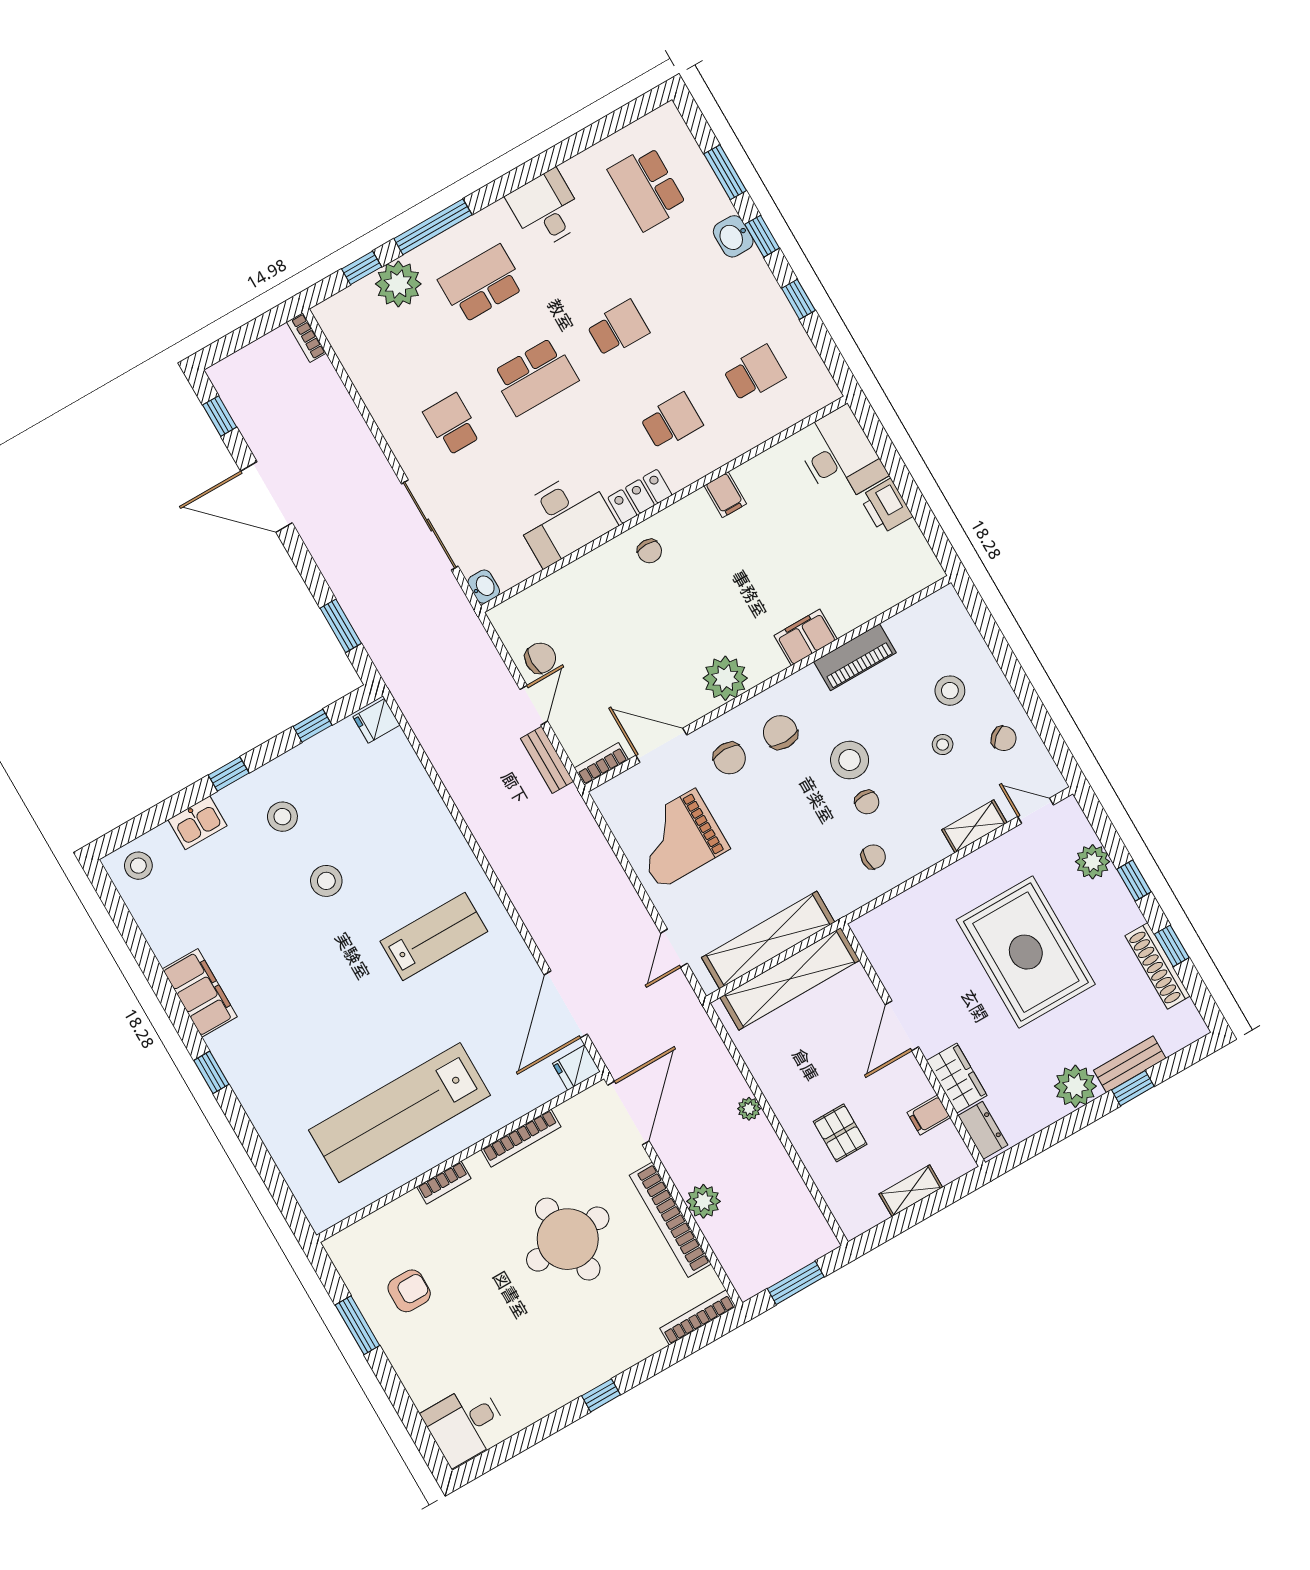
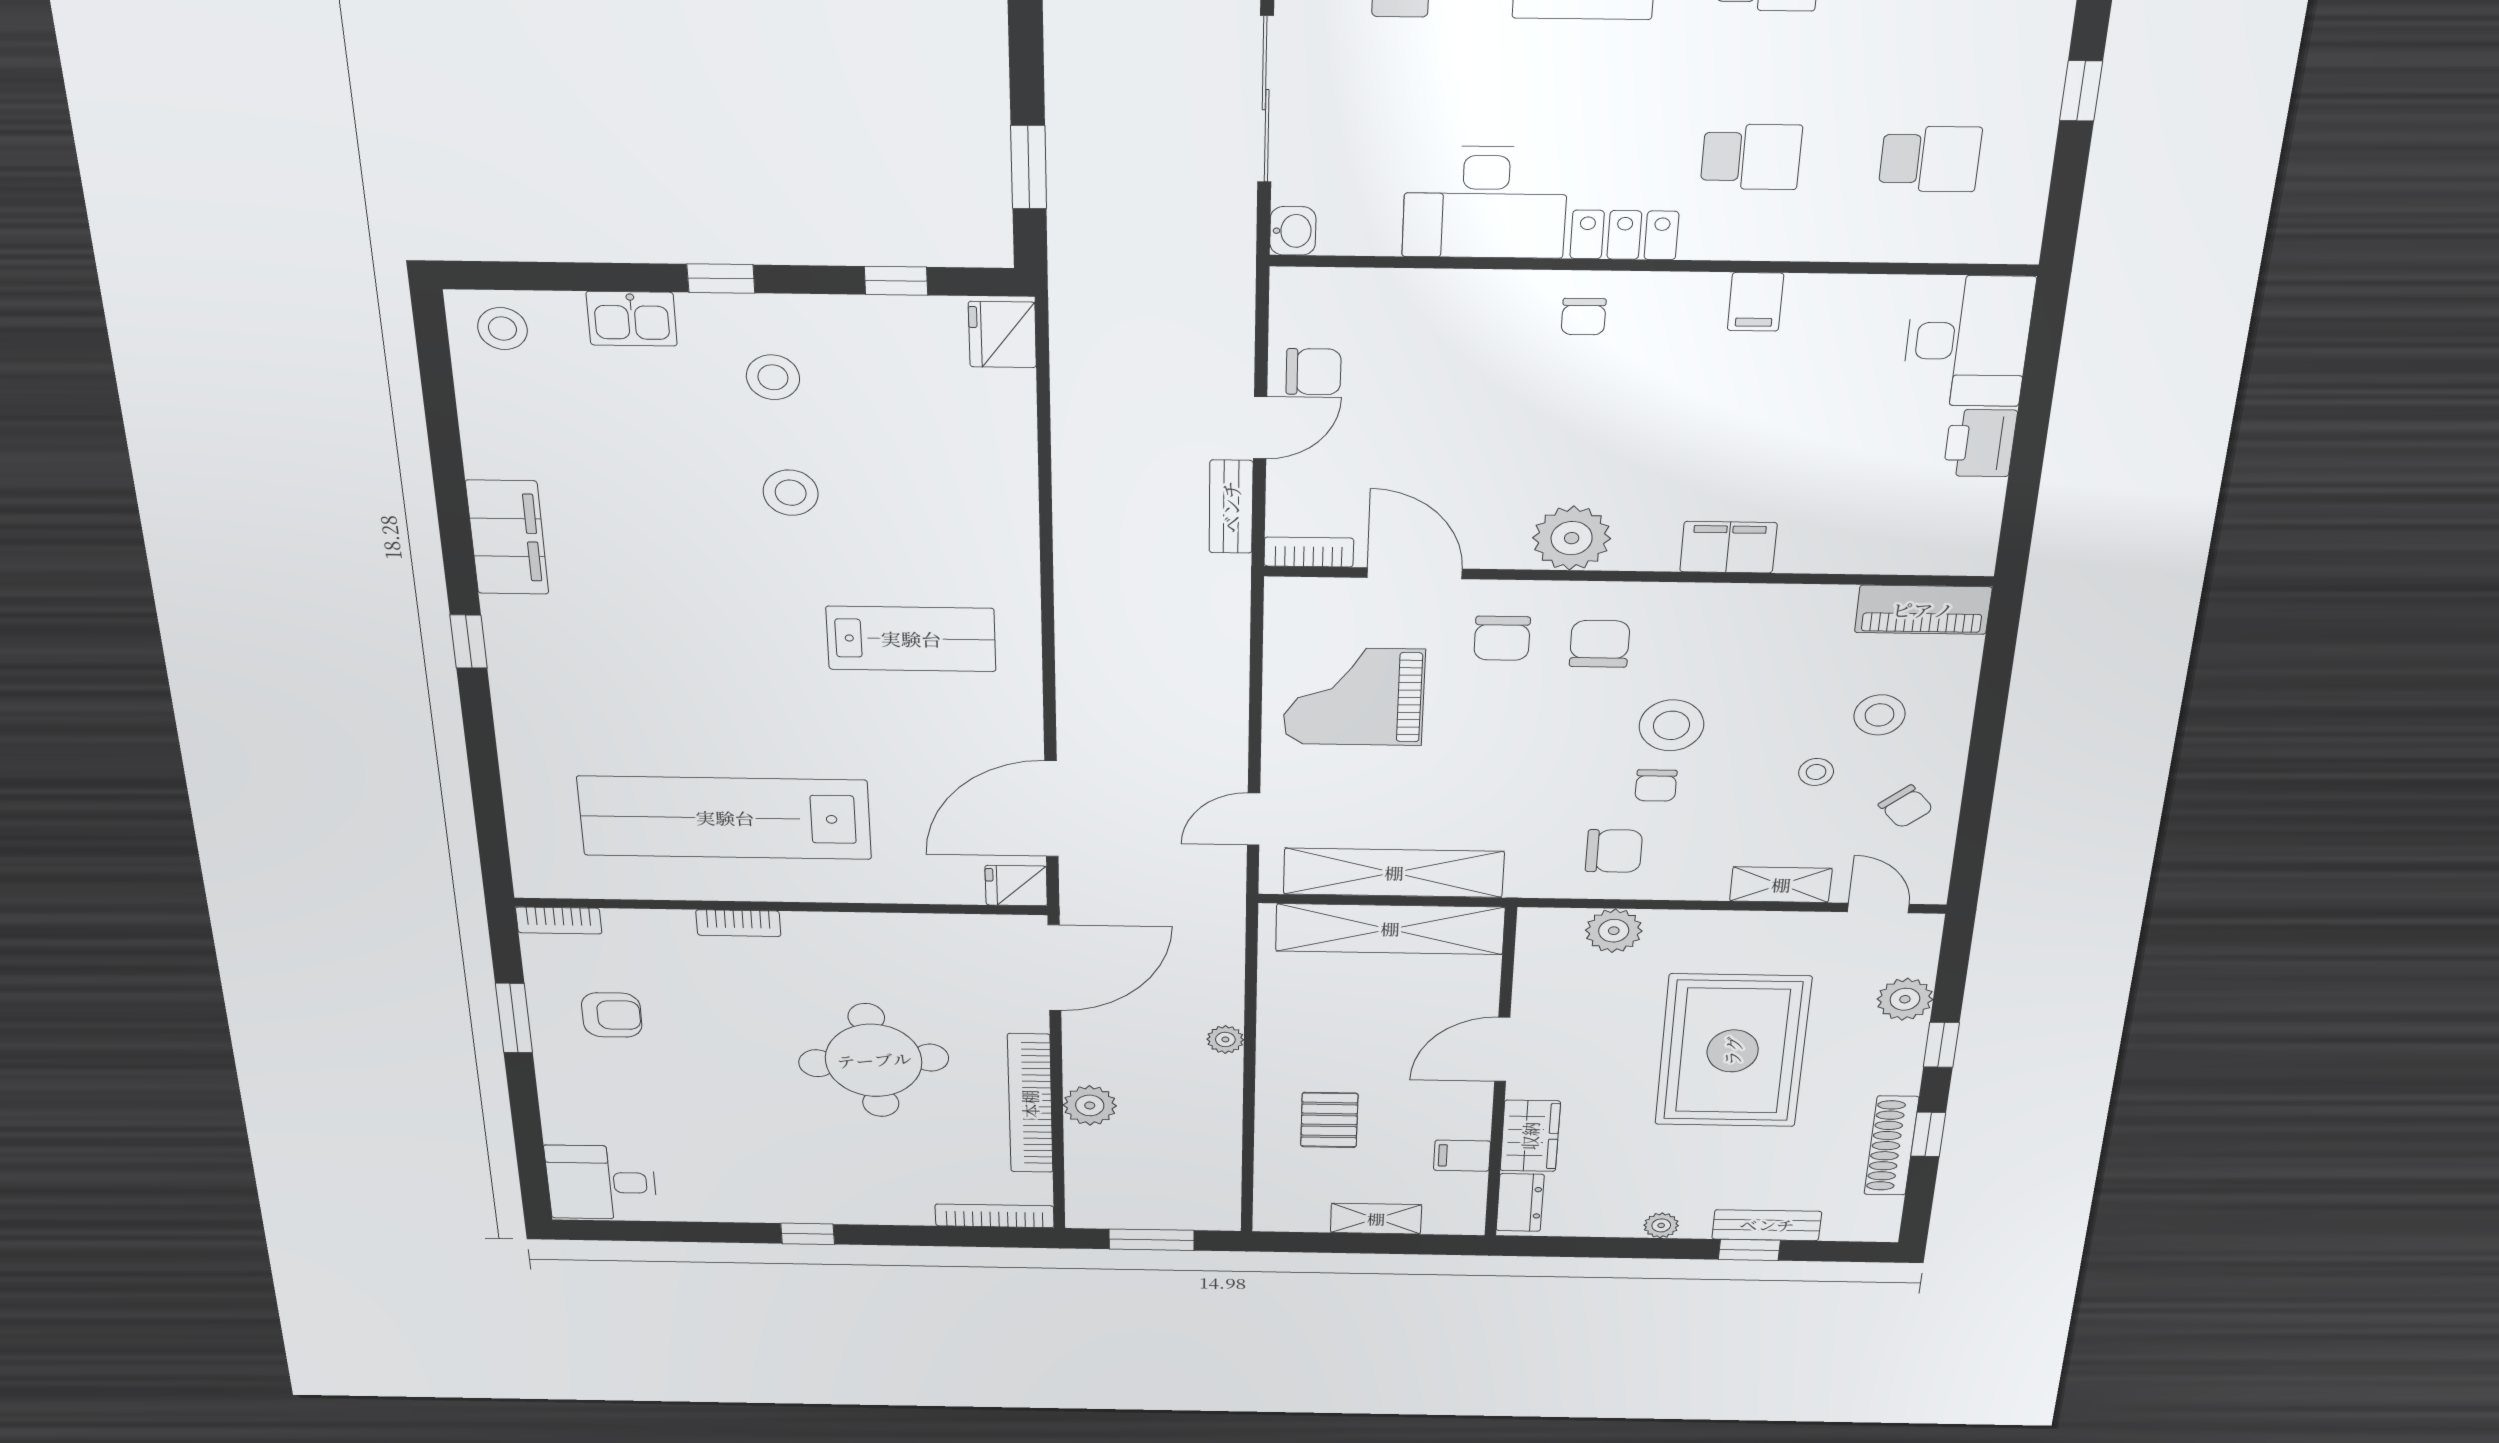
piano: (855, 657) -> (1923, 610), moved
fridge: (376, 721) -> (1002, 335), width x1.38
chair: (873, 857) -> (1614, 851), width x1.37, depth x1.37
plant: (908, 909) -> (1614, 931), added
plant: (1075, 1086) -> (1661, 1225), width x0.53, depth x0.53
bookcase: (521, 1138) -> (559, 920), moved, width x0.64

